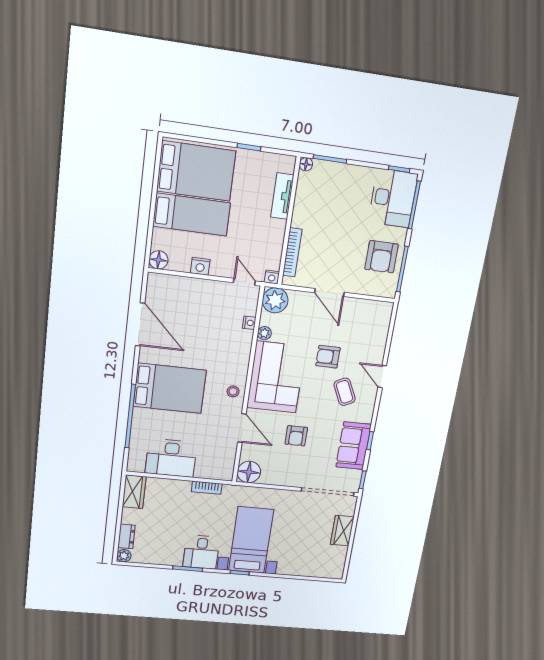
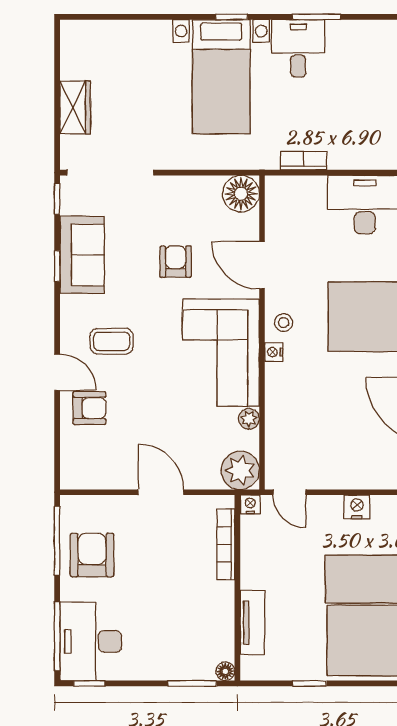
nightstand: (249, 323) -> (274, 352), moved
armchair: (328, 357) -> (89, 408), moved
coffee table: (345, 392) -> (112, 341), turned -64

